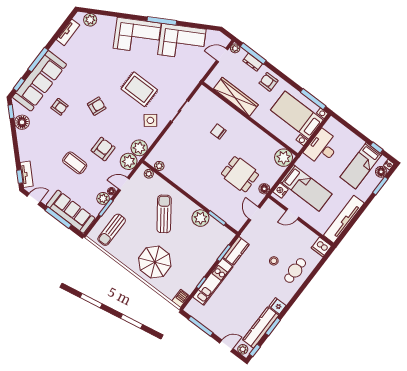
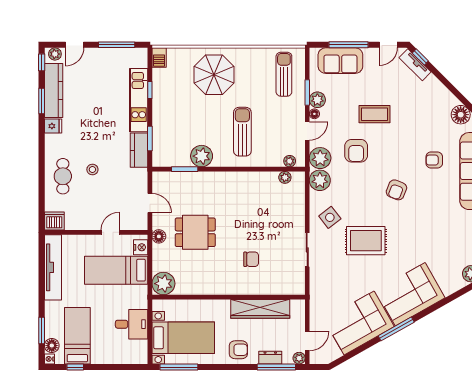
desk: (322, 148) -> (132, 324), width x0.73
sofa: (71, 212) -> (340, 61), width x0.73
sun lounger: (164, 214) -> (242, 132), turned -144

